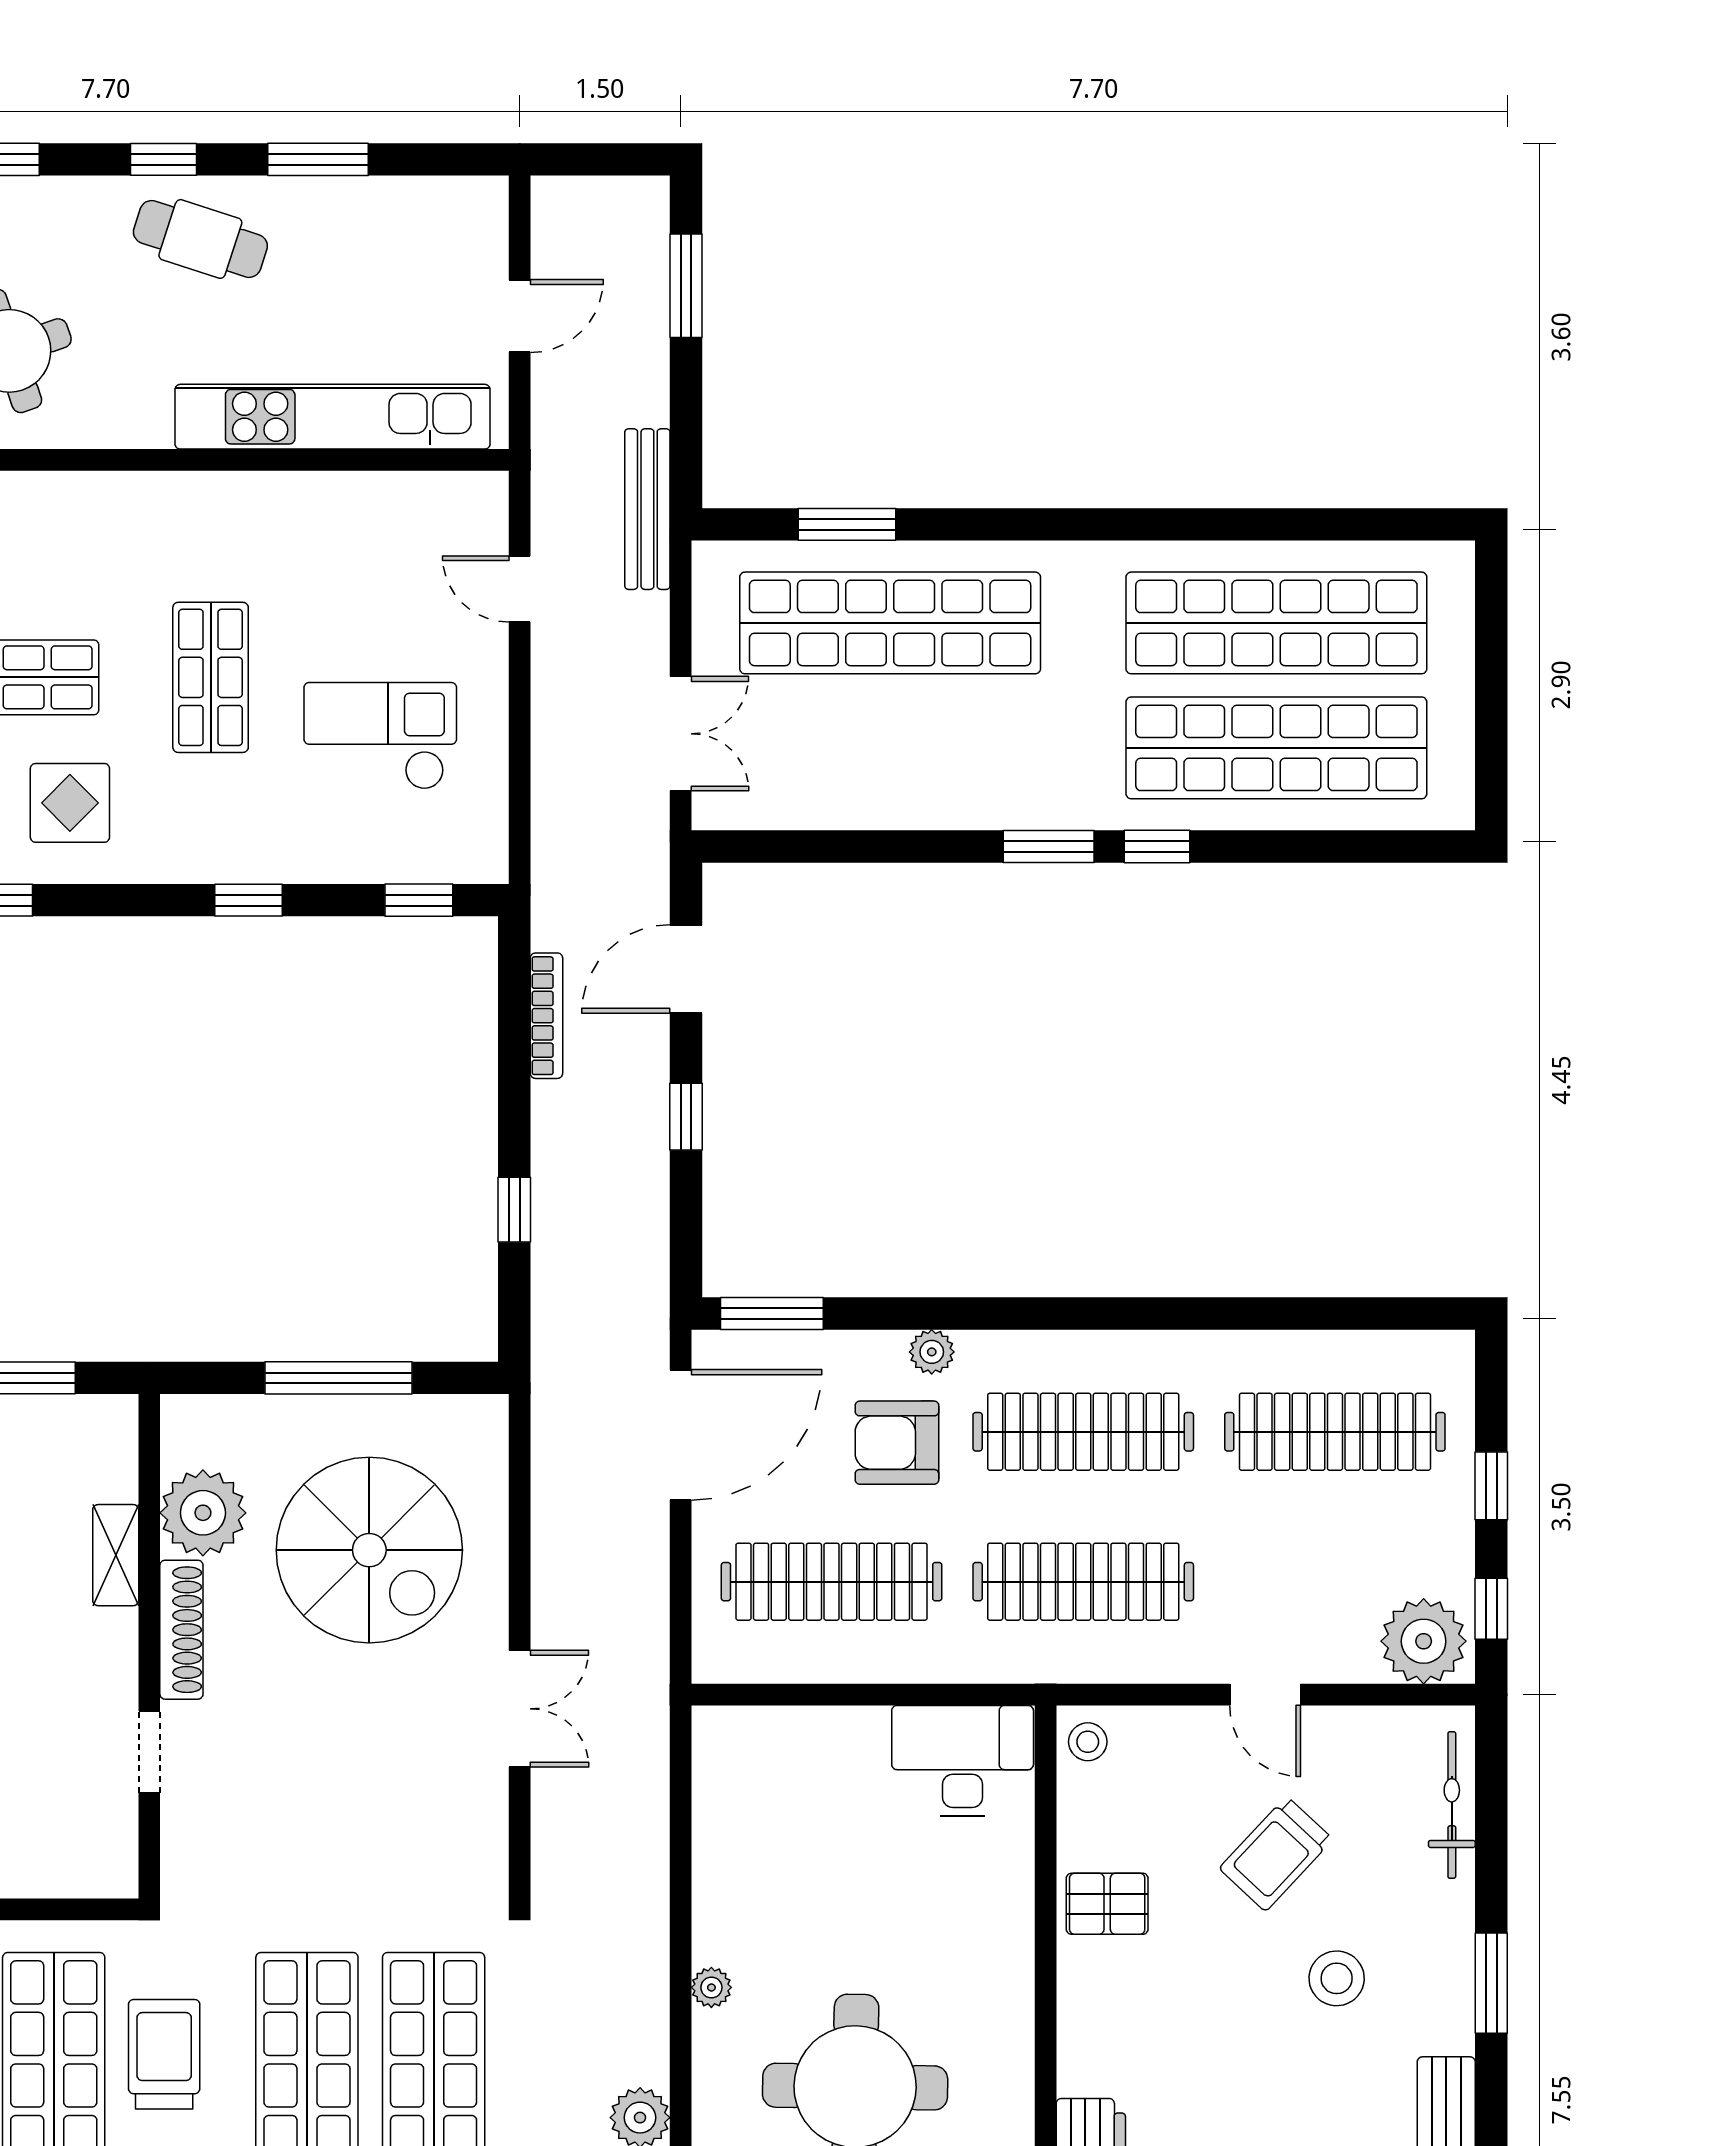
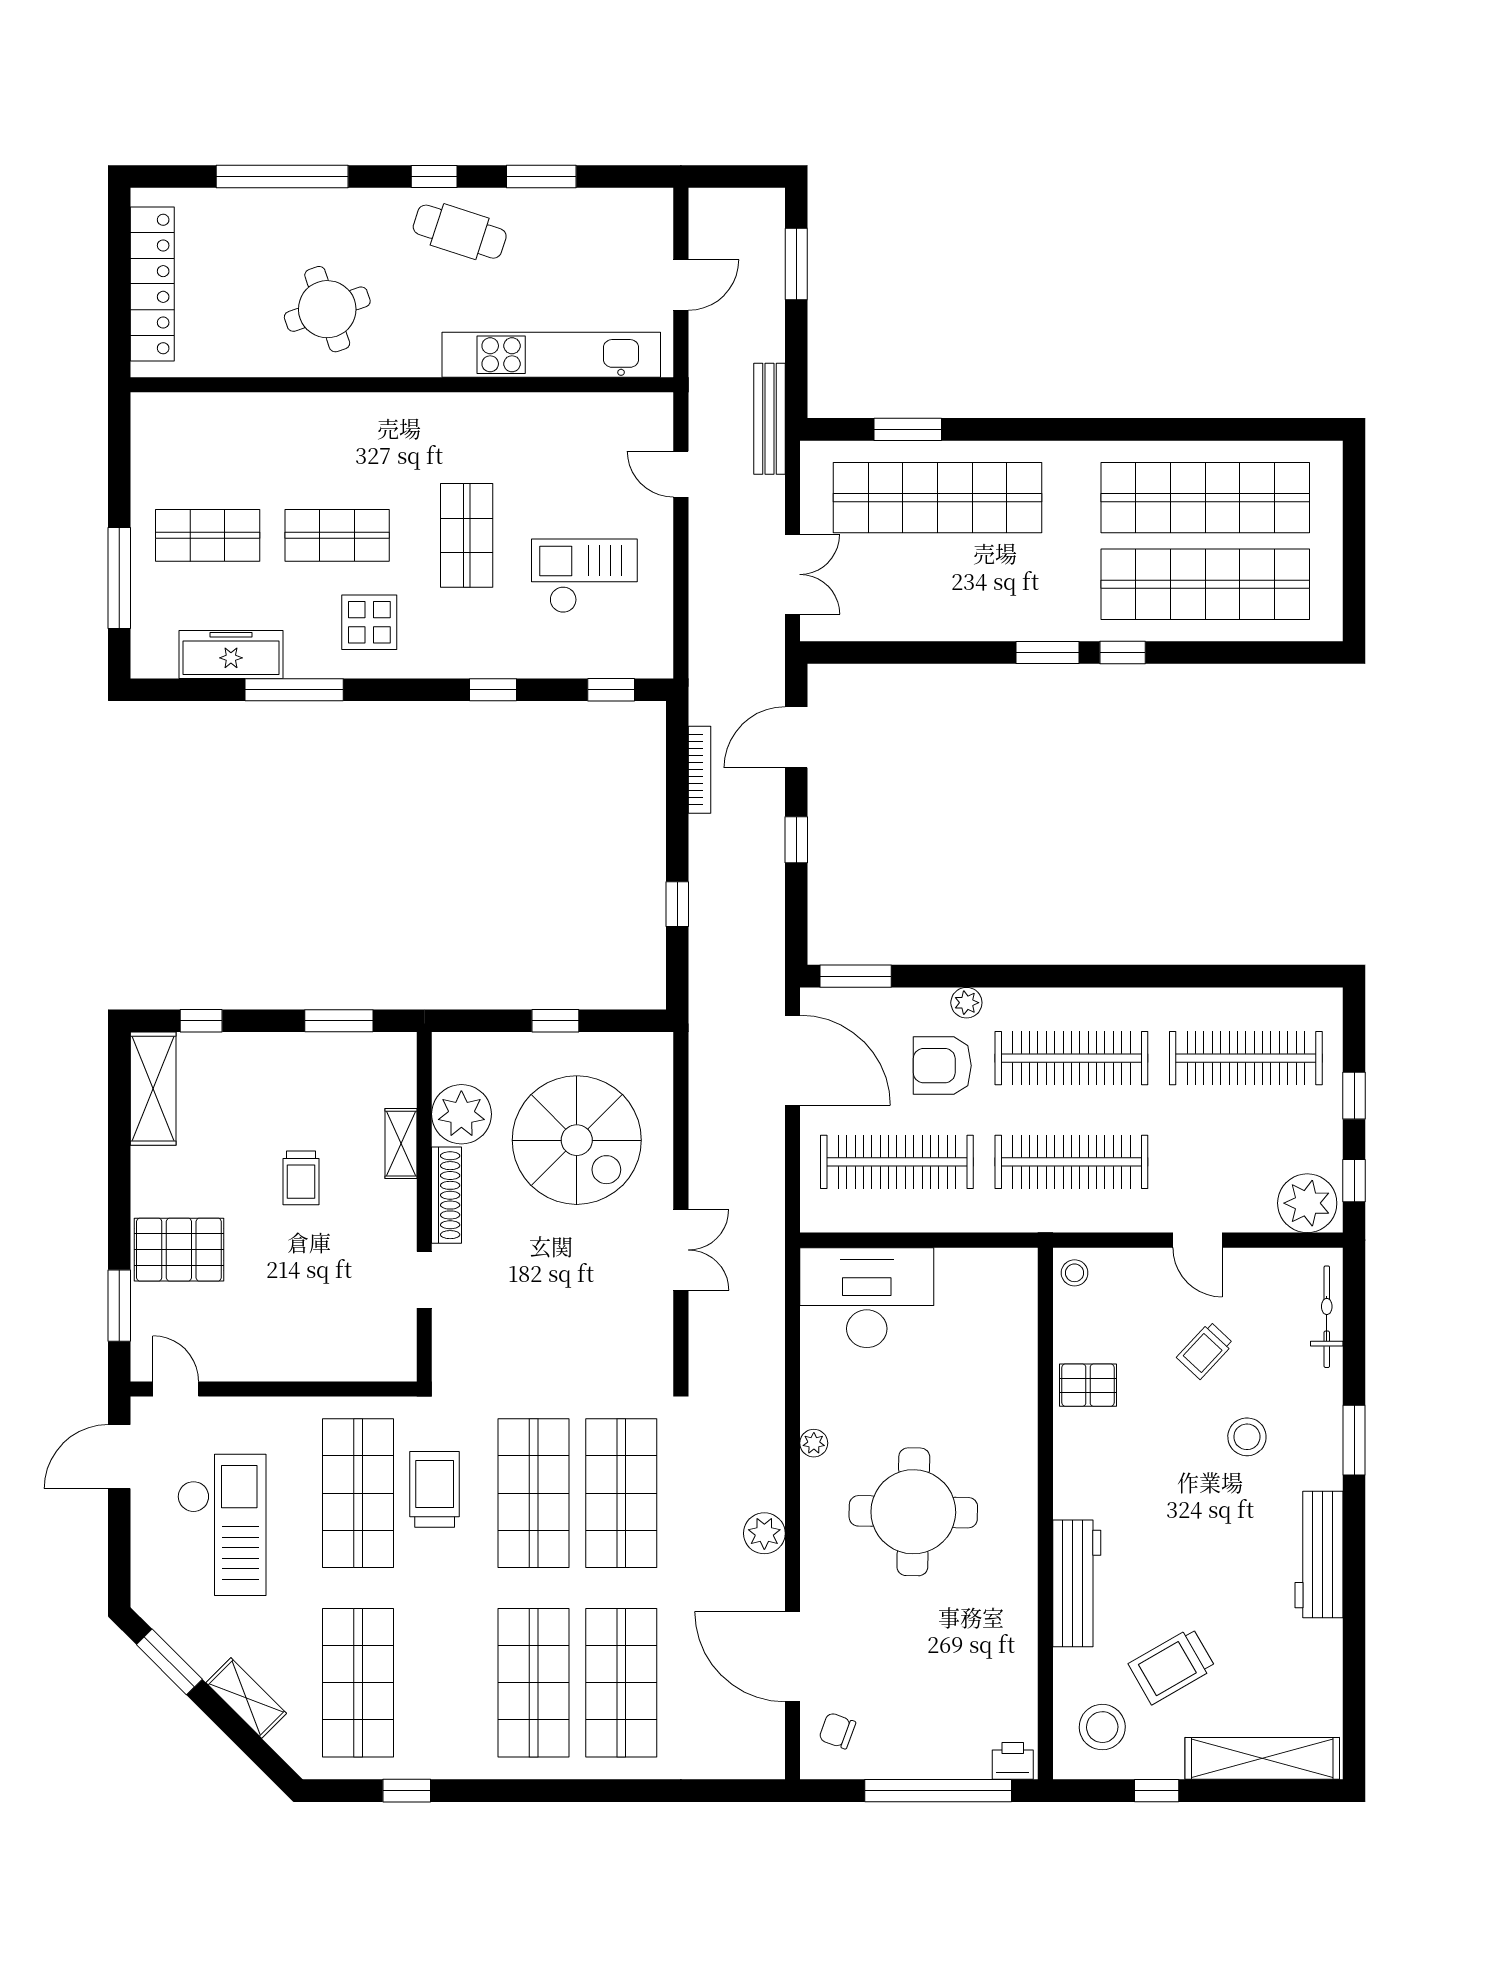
window: (339, 1378) -> (555, 1021), width x0.46
door: (681, 1435) -> (792, 1060), hinge flipped
desk: (963, 1761) -> (867, 1298), moved, width x1.36, depth x1.30
trolley: (1276, 1854) -> (1205, 1350), width x0.73, depth x0.72

